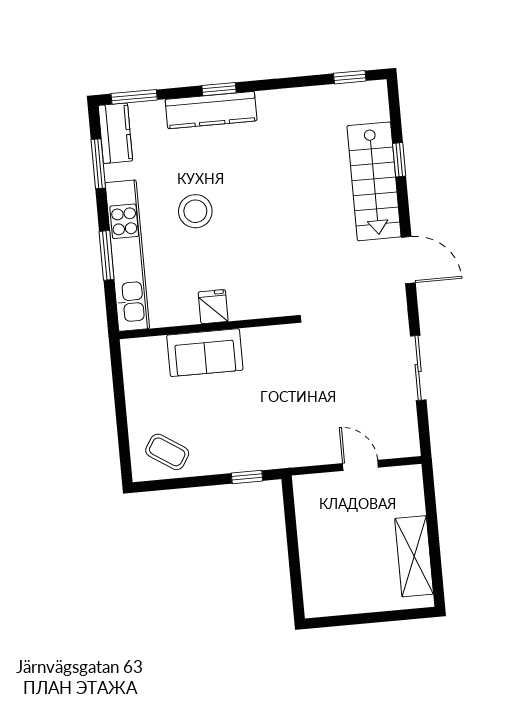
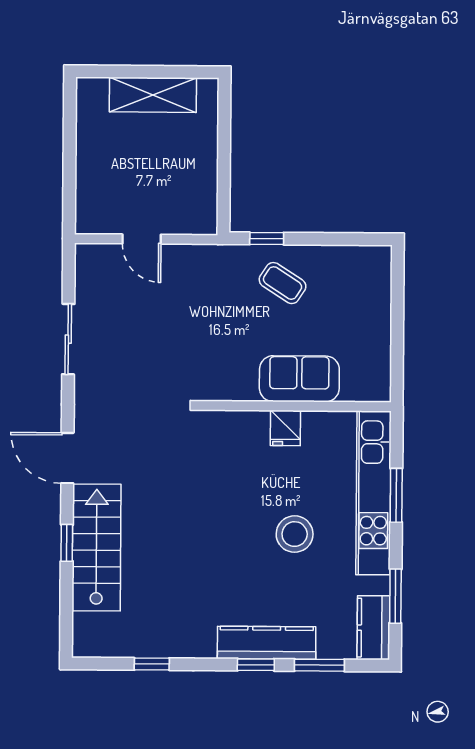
window: (350, 77) -> (152, 664), moved
window: (134, 97) -> (319, 665), moved
window: (399, 160) -> (67, 543), moved
coffee table: (167, 452) -> (283, 283), moved
shelving: (414, 556) -> (153, 95), moved, turned 90

